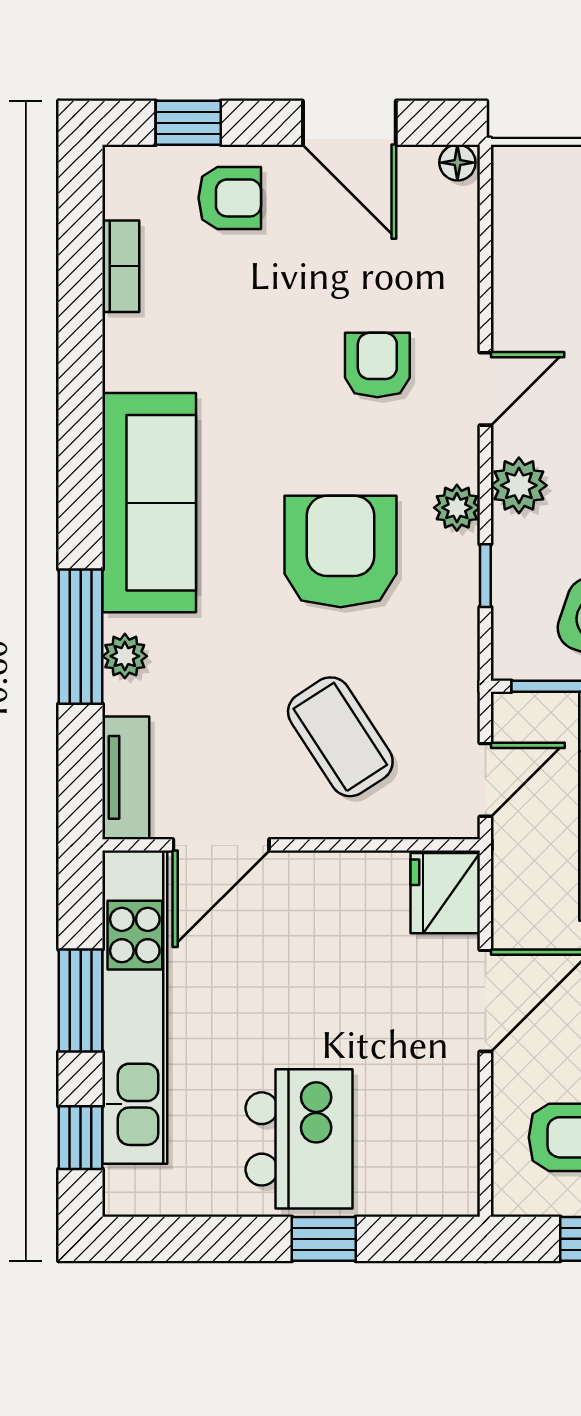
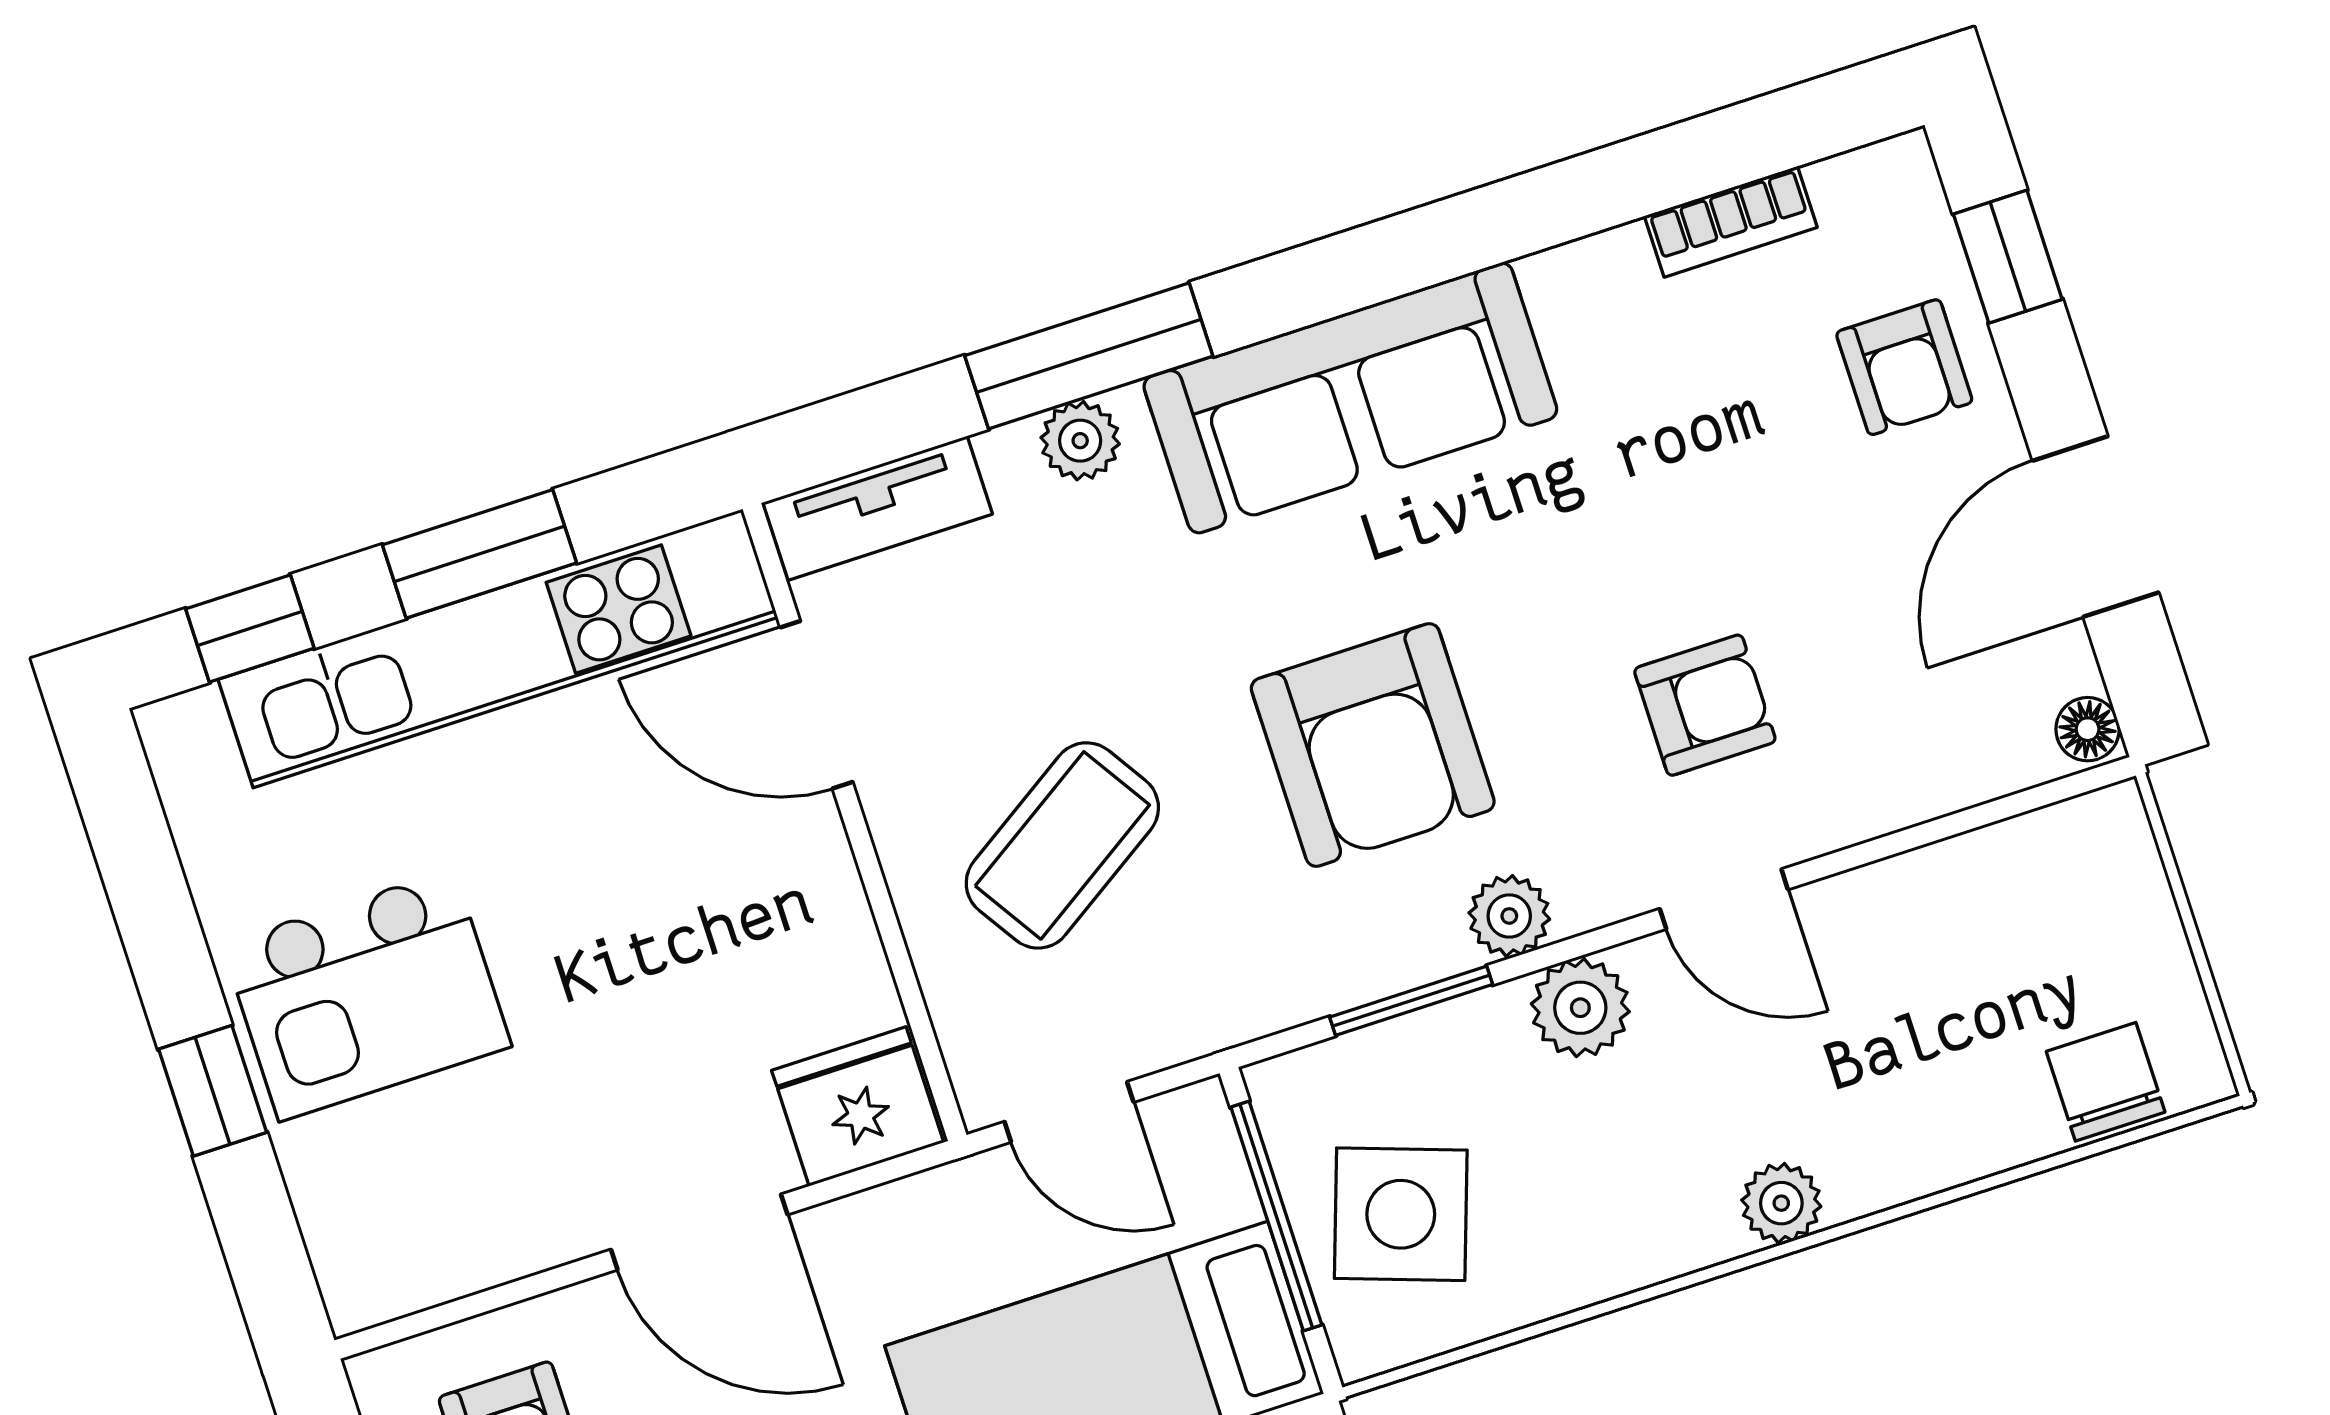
armchair: (341, 551) -> (1373, 745), turned 90
window: (485, 576) -> (1411, 1001), width x1.50

